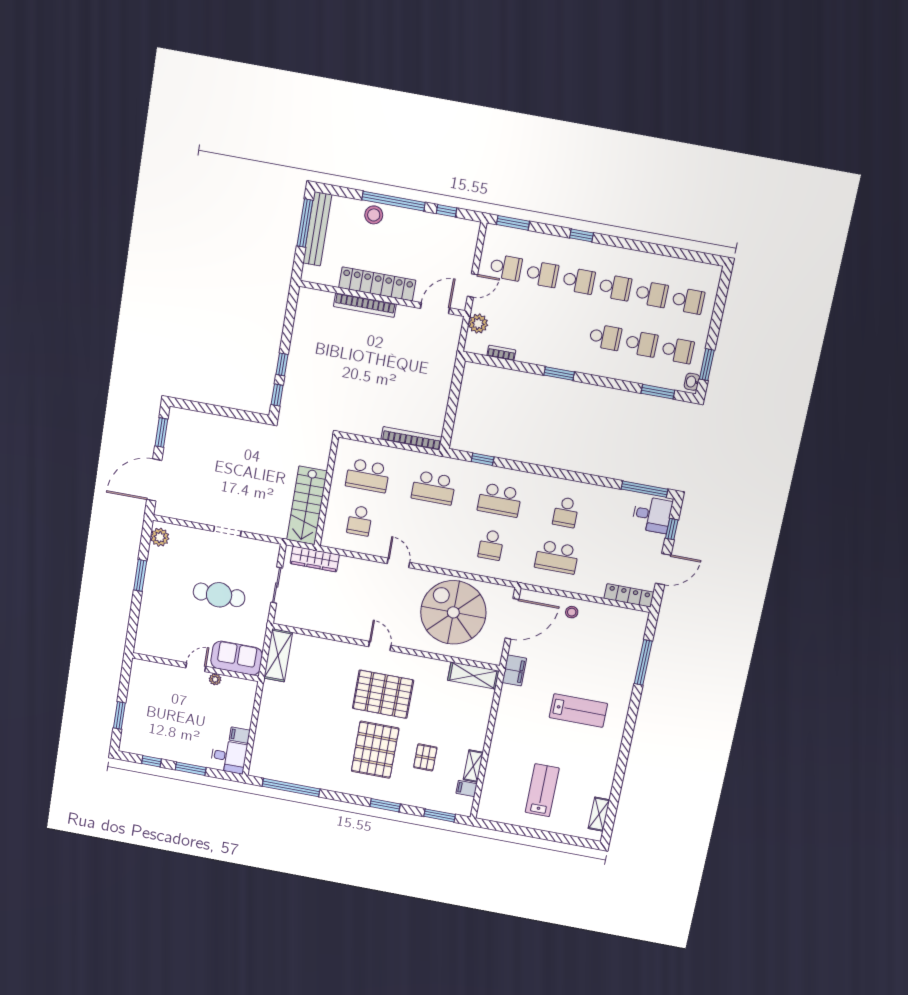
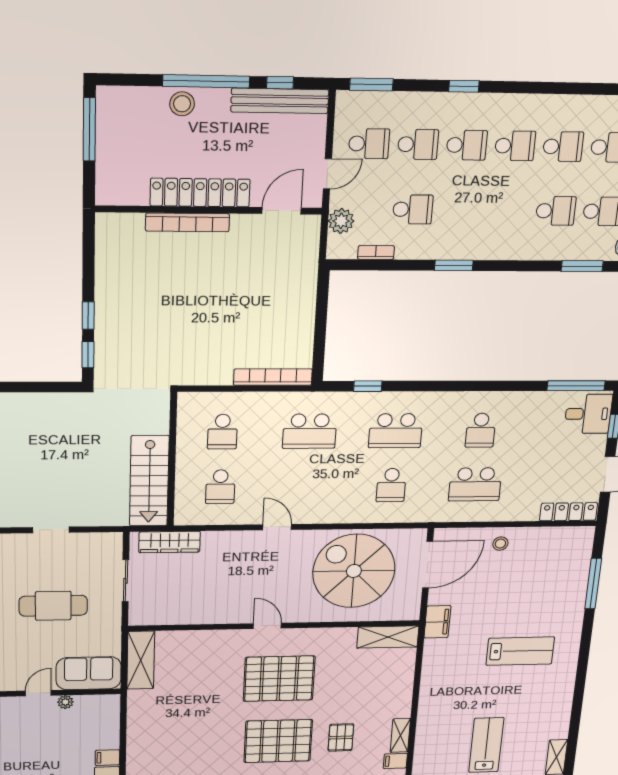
bench: (317, 229) -> (280, 101), moved, turned 90
school desk: (605, 337) -> (413, 209), moved
school desk: (368, 476) -> (222, 432), width x0.54
pallet: (375, 750) -> (278, 741), turned 90

